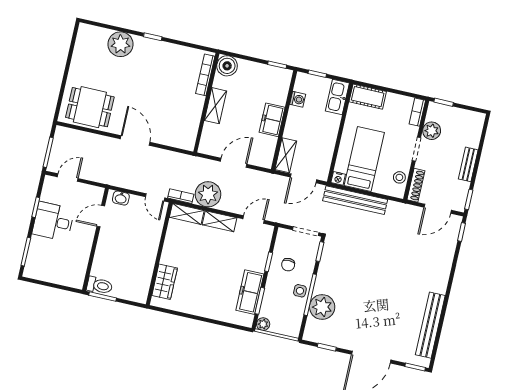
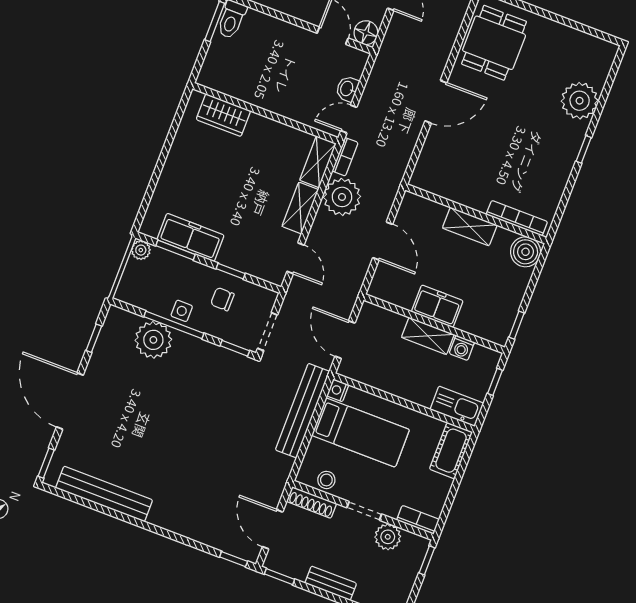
shelving: (286, 155) -> (428, 336), moved
floor lamp: (95, 194) -> (366, 33), added
washbasin: (121, 198) -> (347, 89), moved

